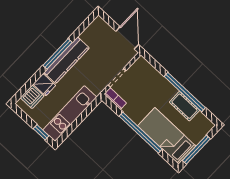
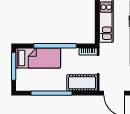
cot: (184, 106) -> (82, 83), moved, width x1.37, depth x1.34

